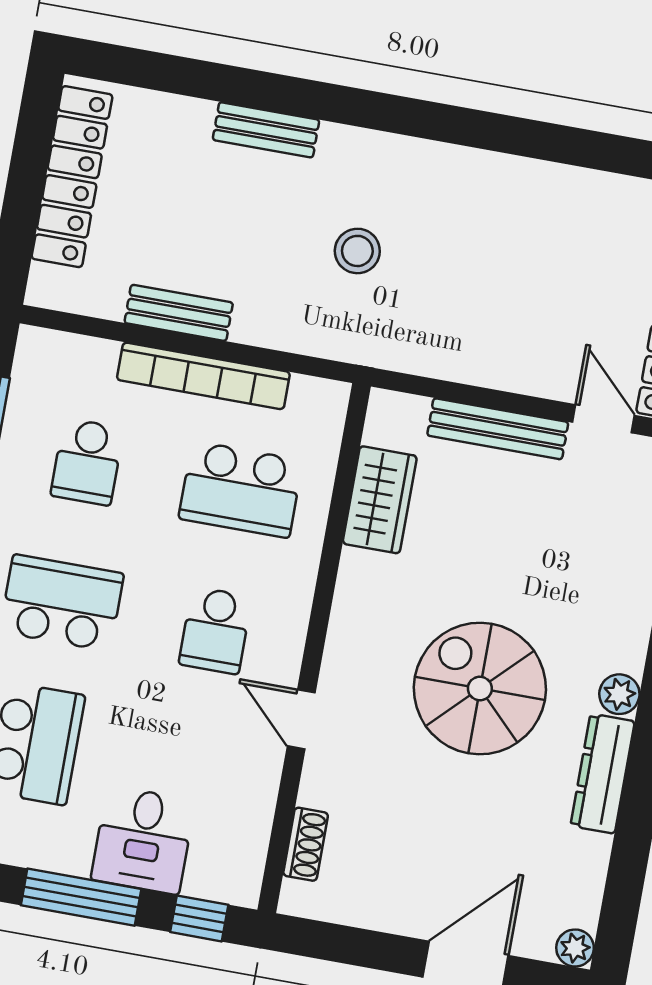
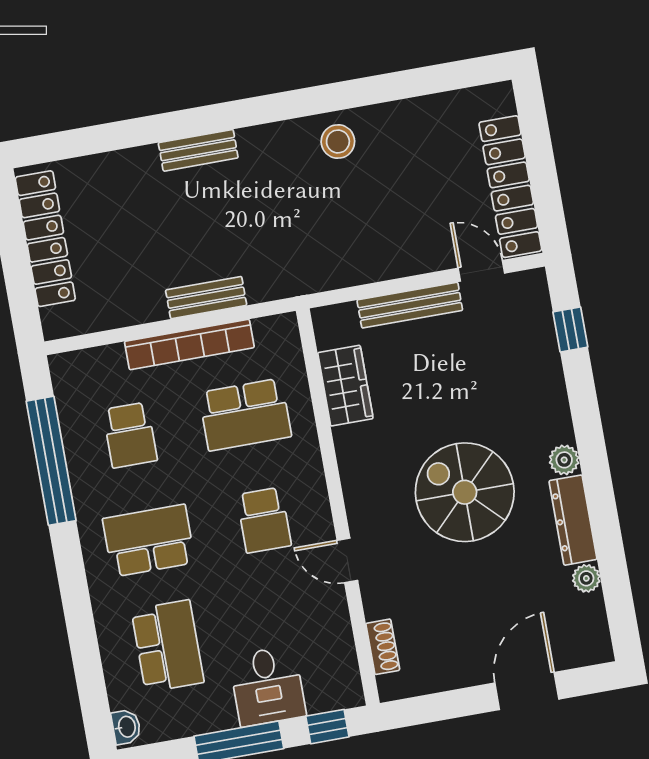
bench: (266, 130) -> (198, 150), moved
stool: (357, 251) -> (338, 141), moved
bench: (179, 313) -> (206, 298), moved
plant: (575, 948) -> (586, 578), moved

